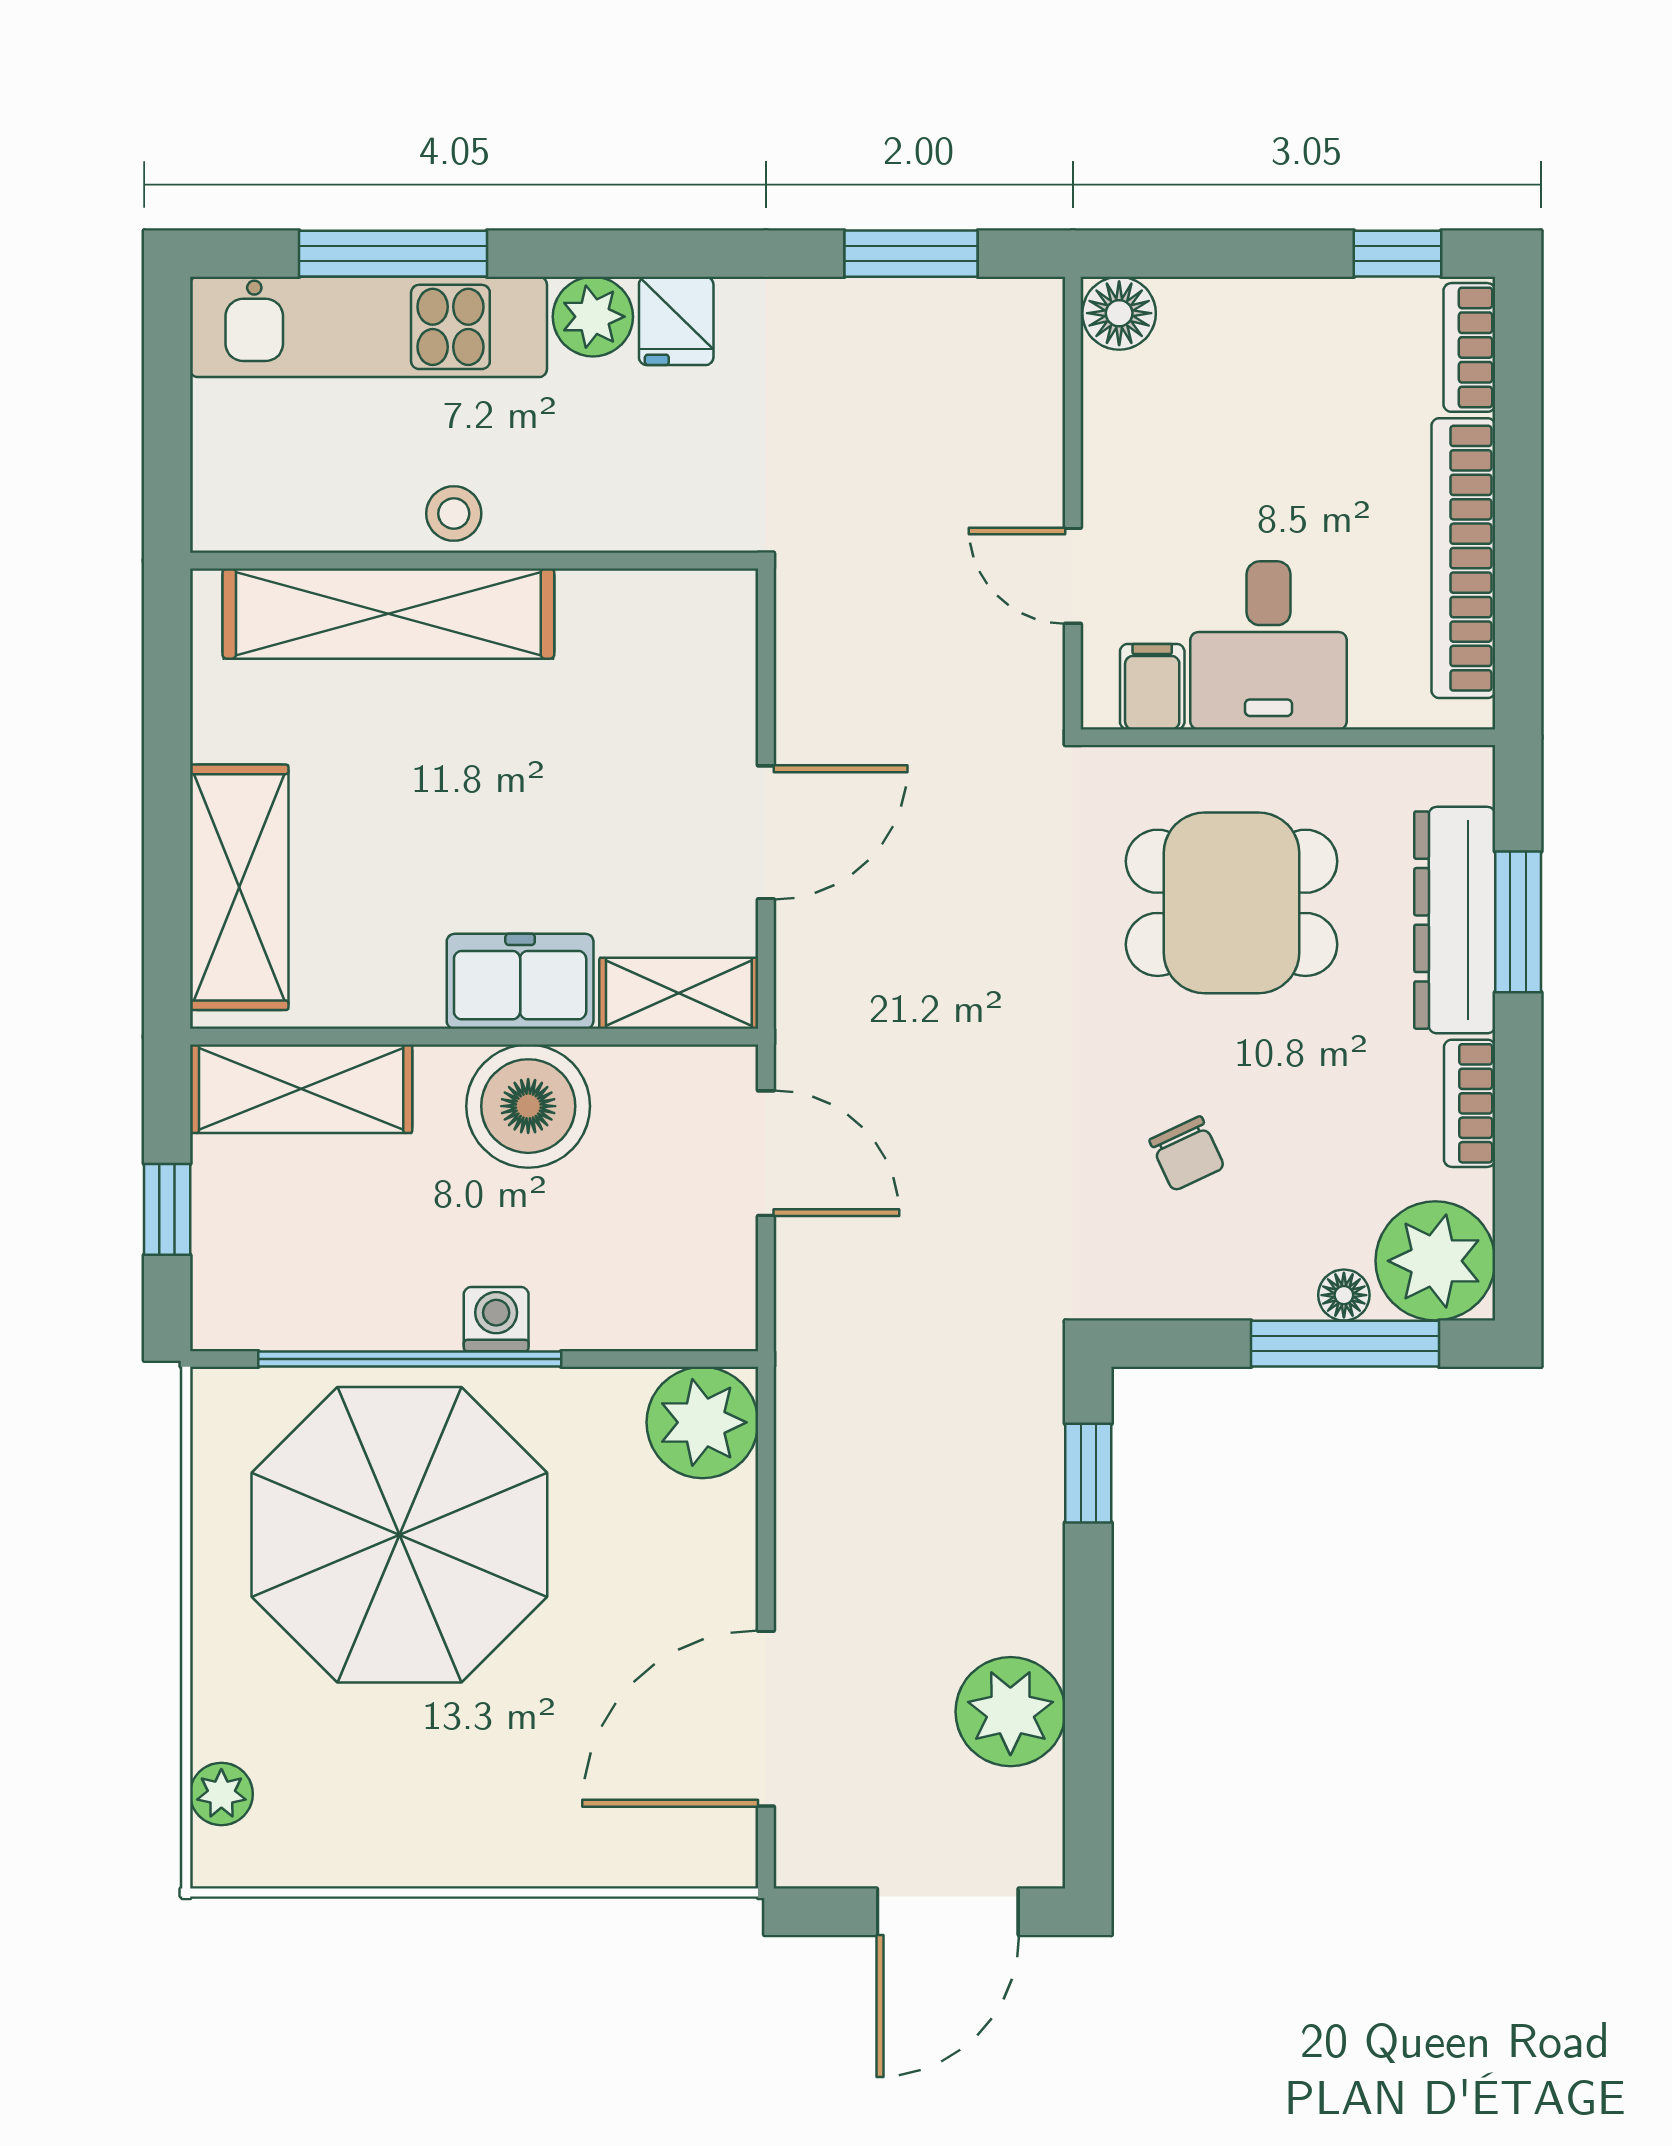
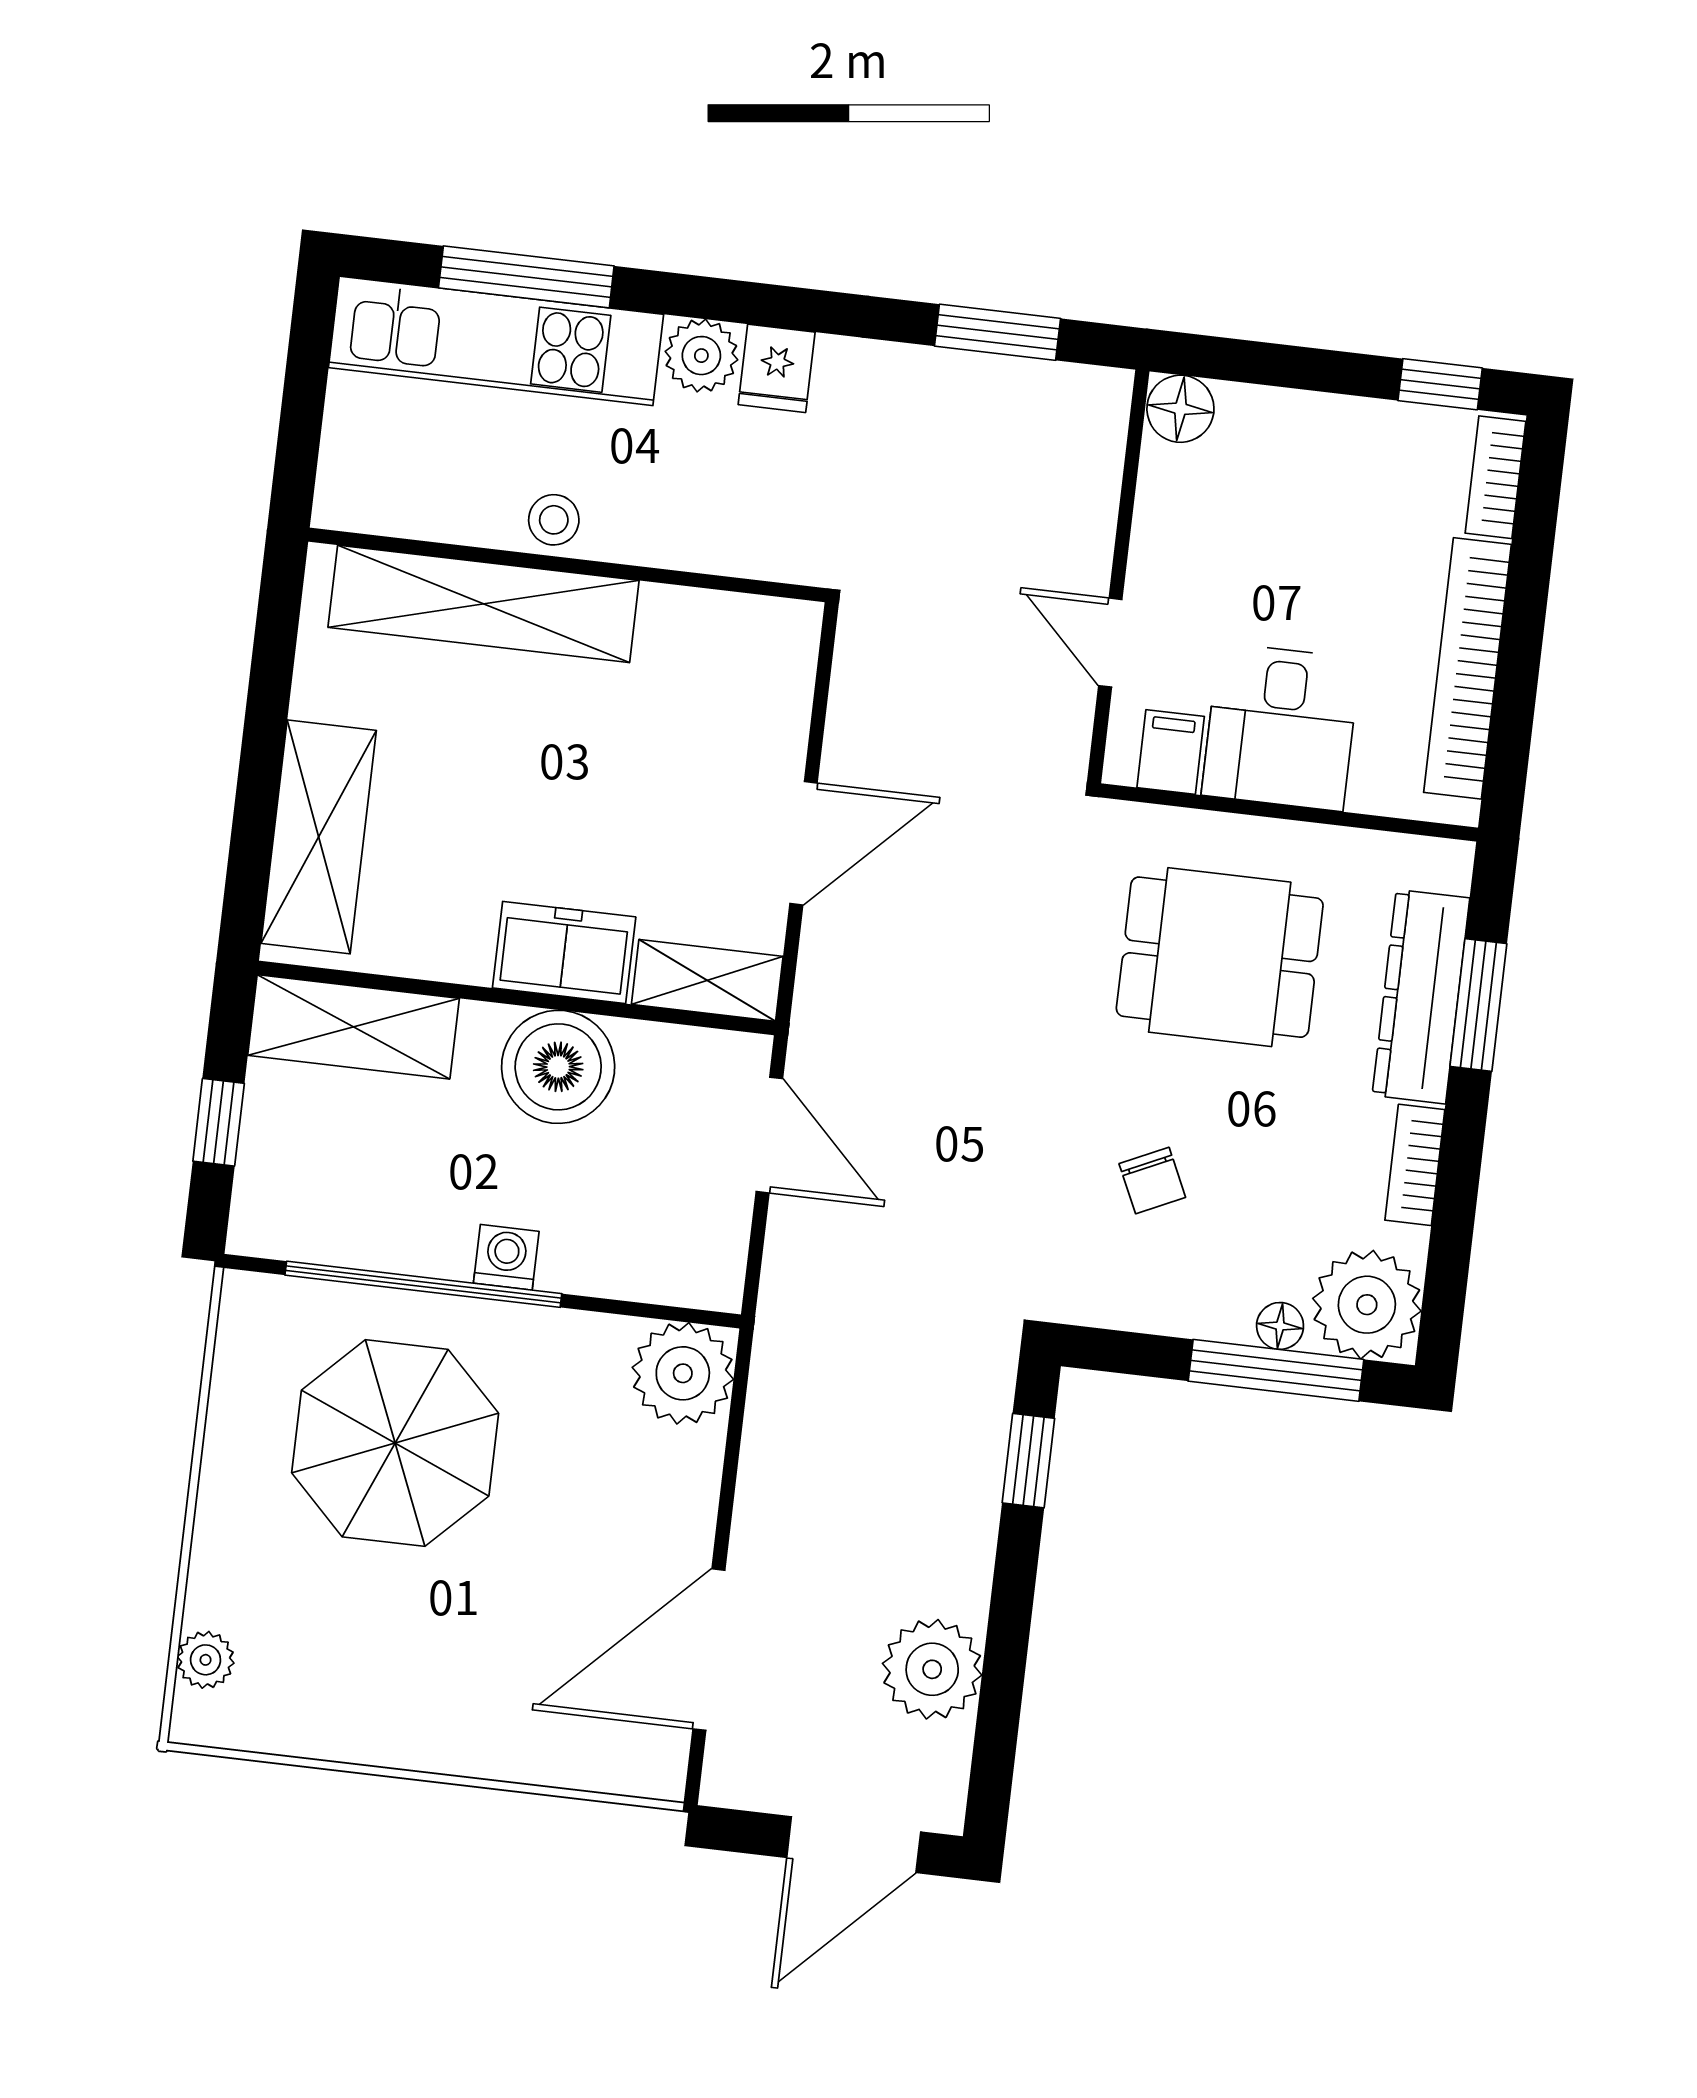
parasol: (399, 1535) -> (395, 1443), width x0.73, depth x0.73

